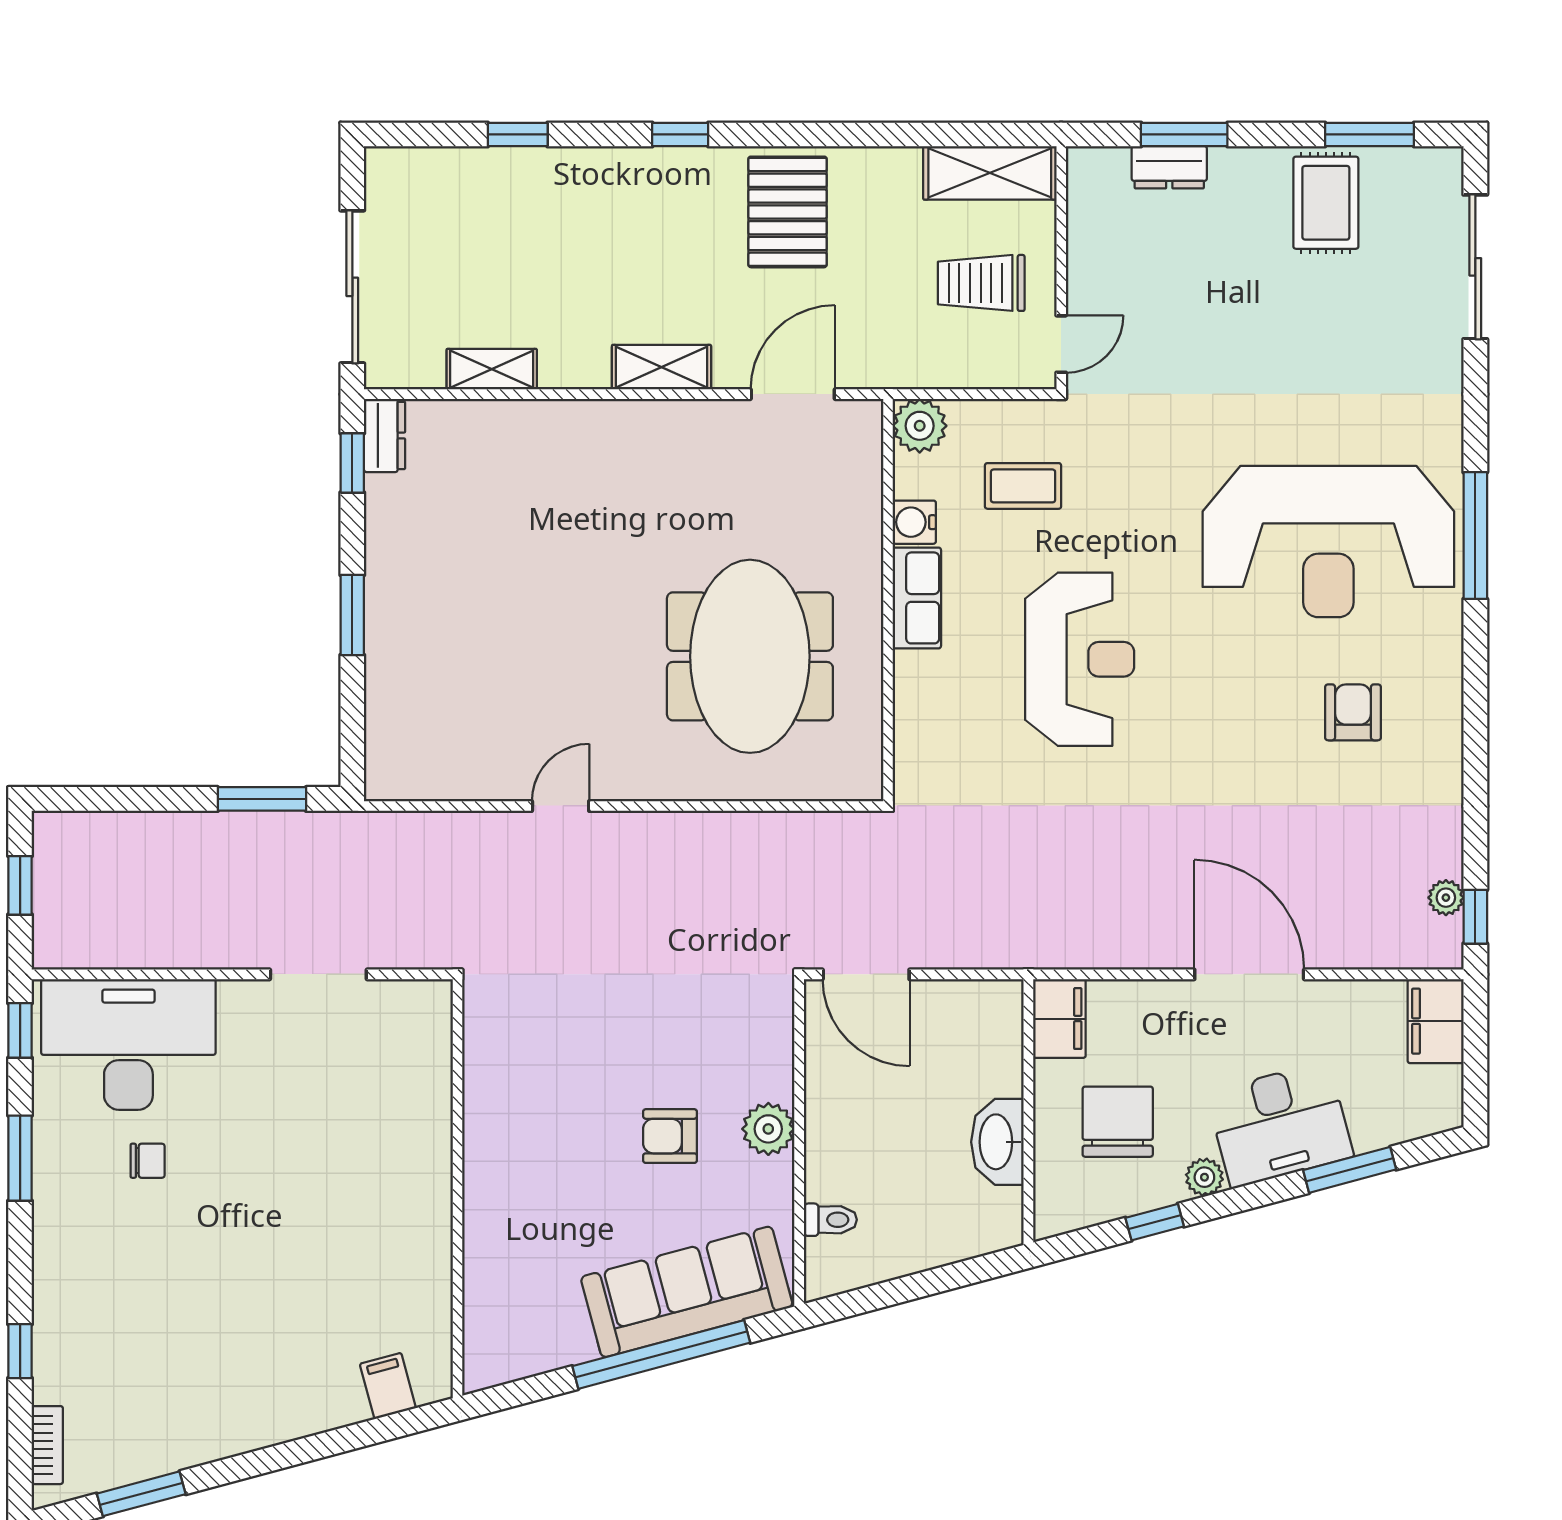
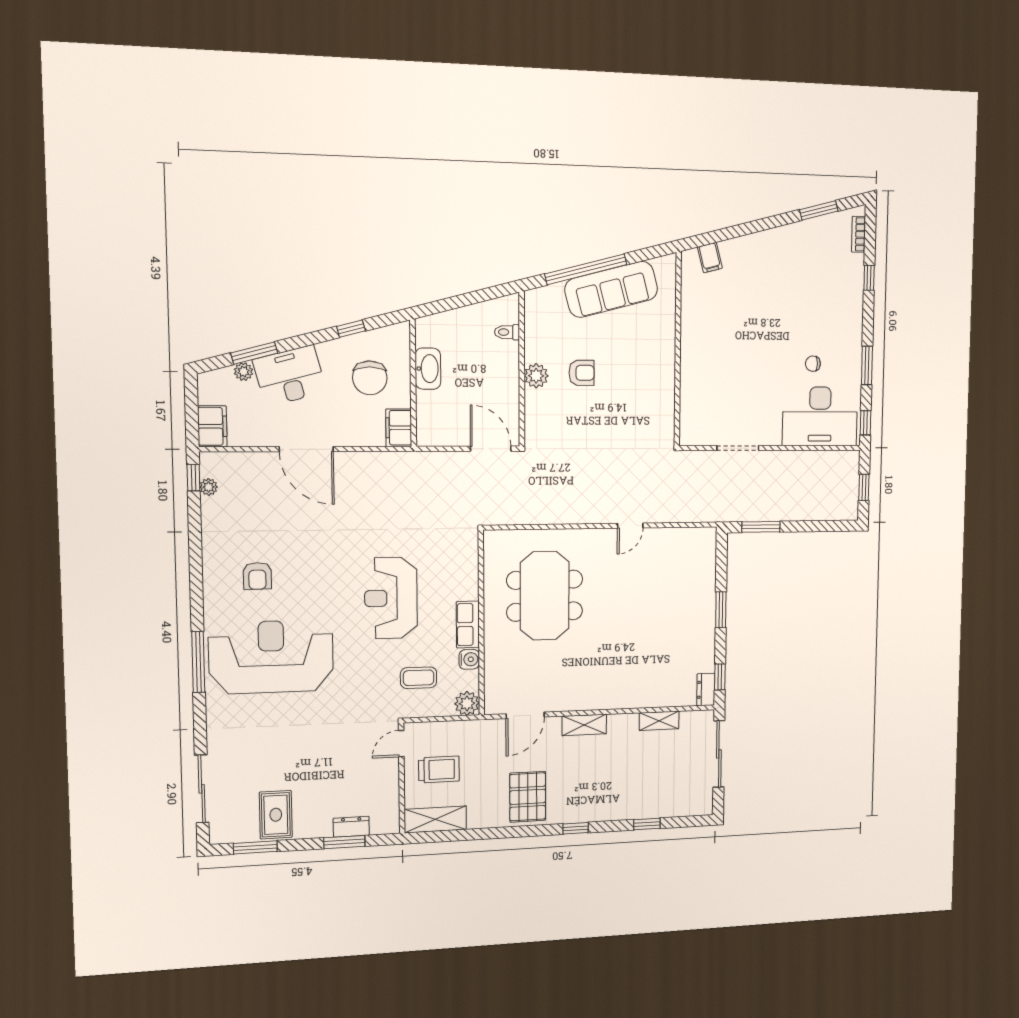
plant: (1204, 1177) -> (244, 372), moved
sofa: (687, 1292) -> (611, 289), moved

